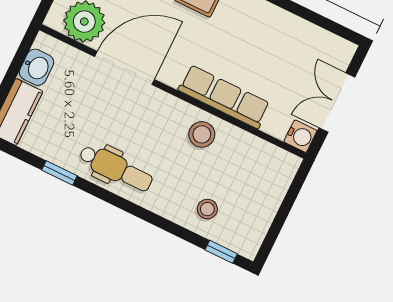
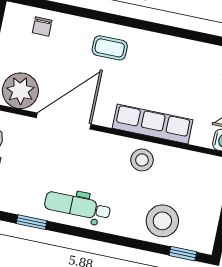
dental chair: (116, 168) -> (78, 206), turned 180
stool: (207, 209) -> (162, 221), width x1.89, depth x1.89

